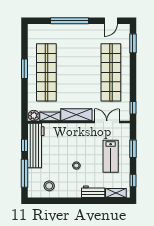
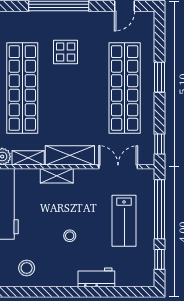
window: (133, 43) -> (159, 77), moved
display table: (74, 50) -> (66, 52), added
window: (133, 149) -> (159, 209), width x2.11
shelving: (116, 193) -> (57, 176), moved

